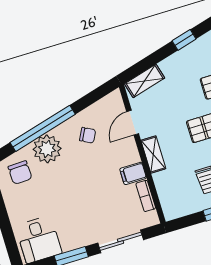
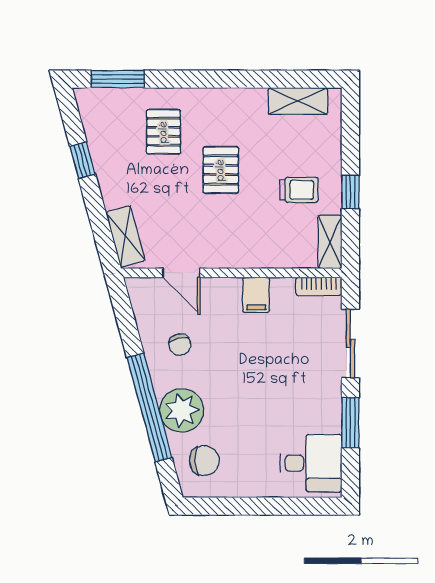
chair: (88, 135) -> (180, 345), turned 138
shelving: (153, 155) -> (330, 242), moved, turned 90
bookcase: (146, 196) -> (319, 286), moved

